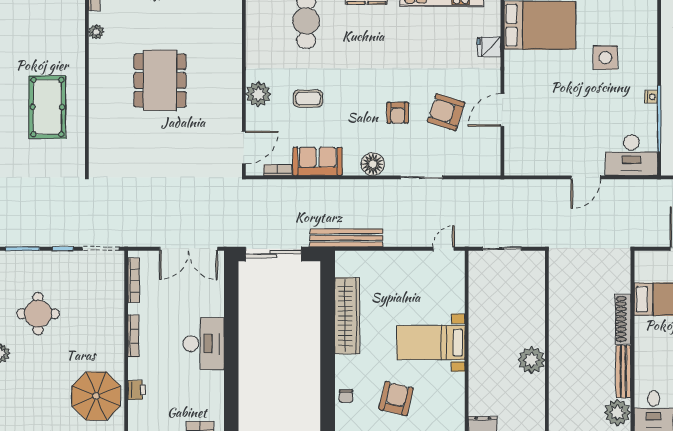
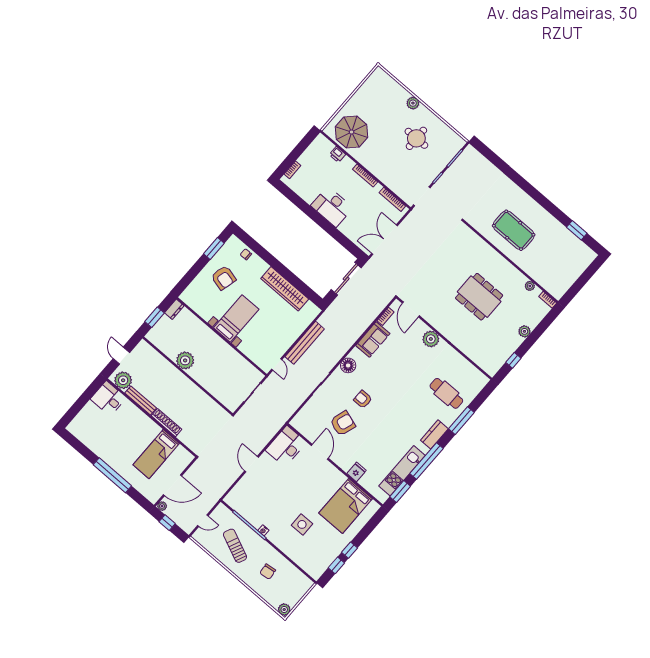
coffee table: (308, 99) -> (408, 362), removed
desk: (631, 155) -> (286, 446), moved
bench: (346, 238) -> (305, 343), moved

